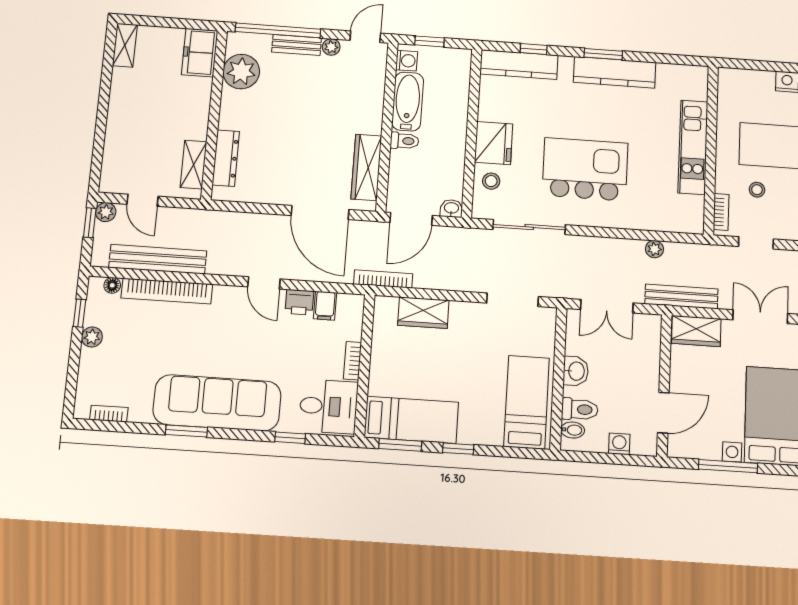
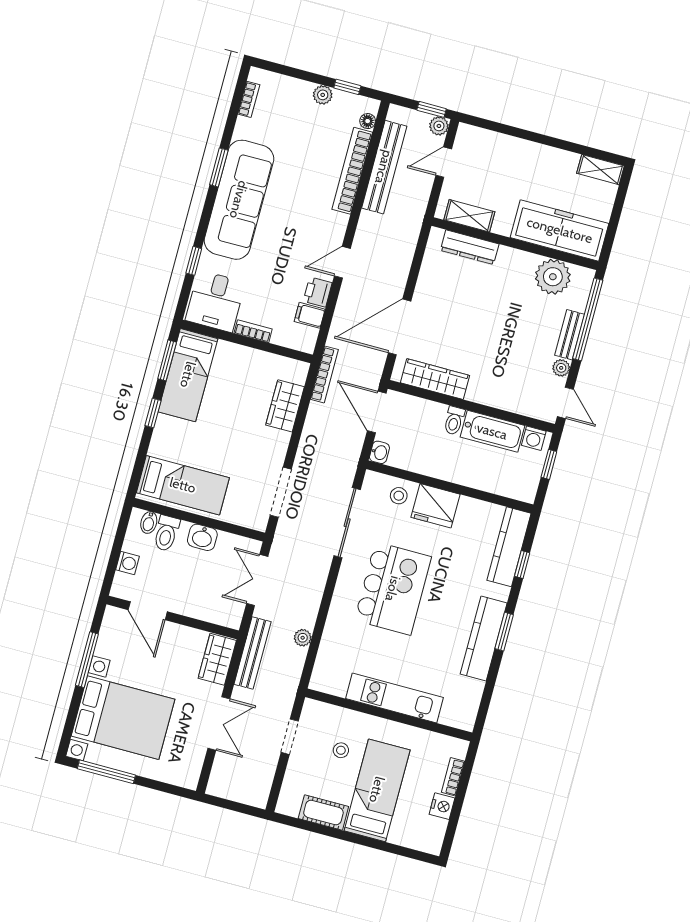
freezer: (200, 53) -> (560, 230), width x1.91, depth x1.26
bookcase: (721, 212) -> (453, 777), moved, turned 90

